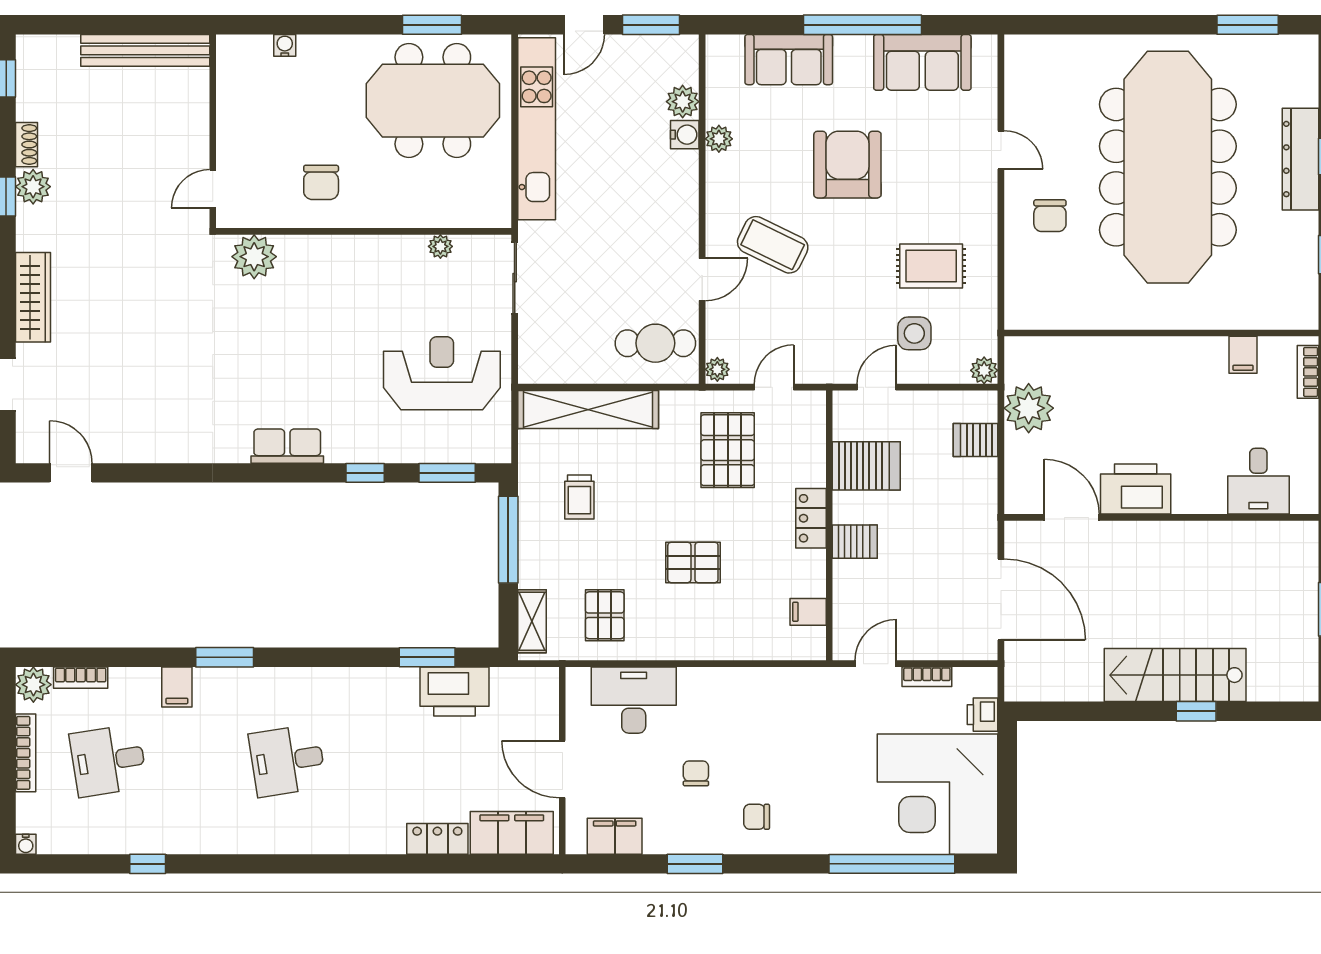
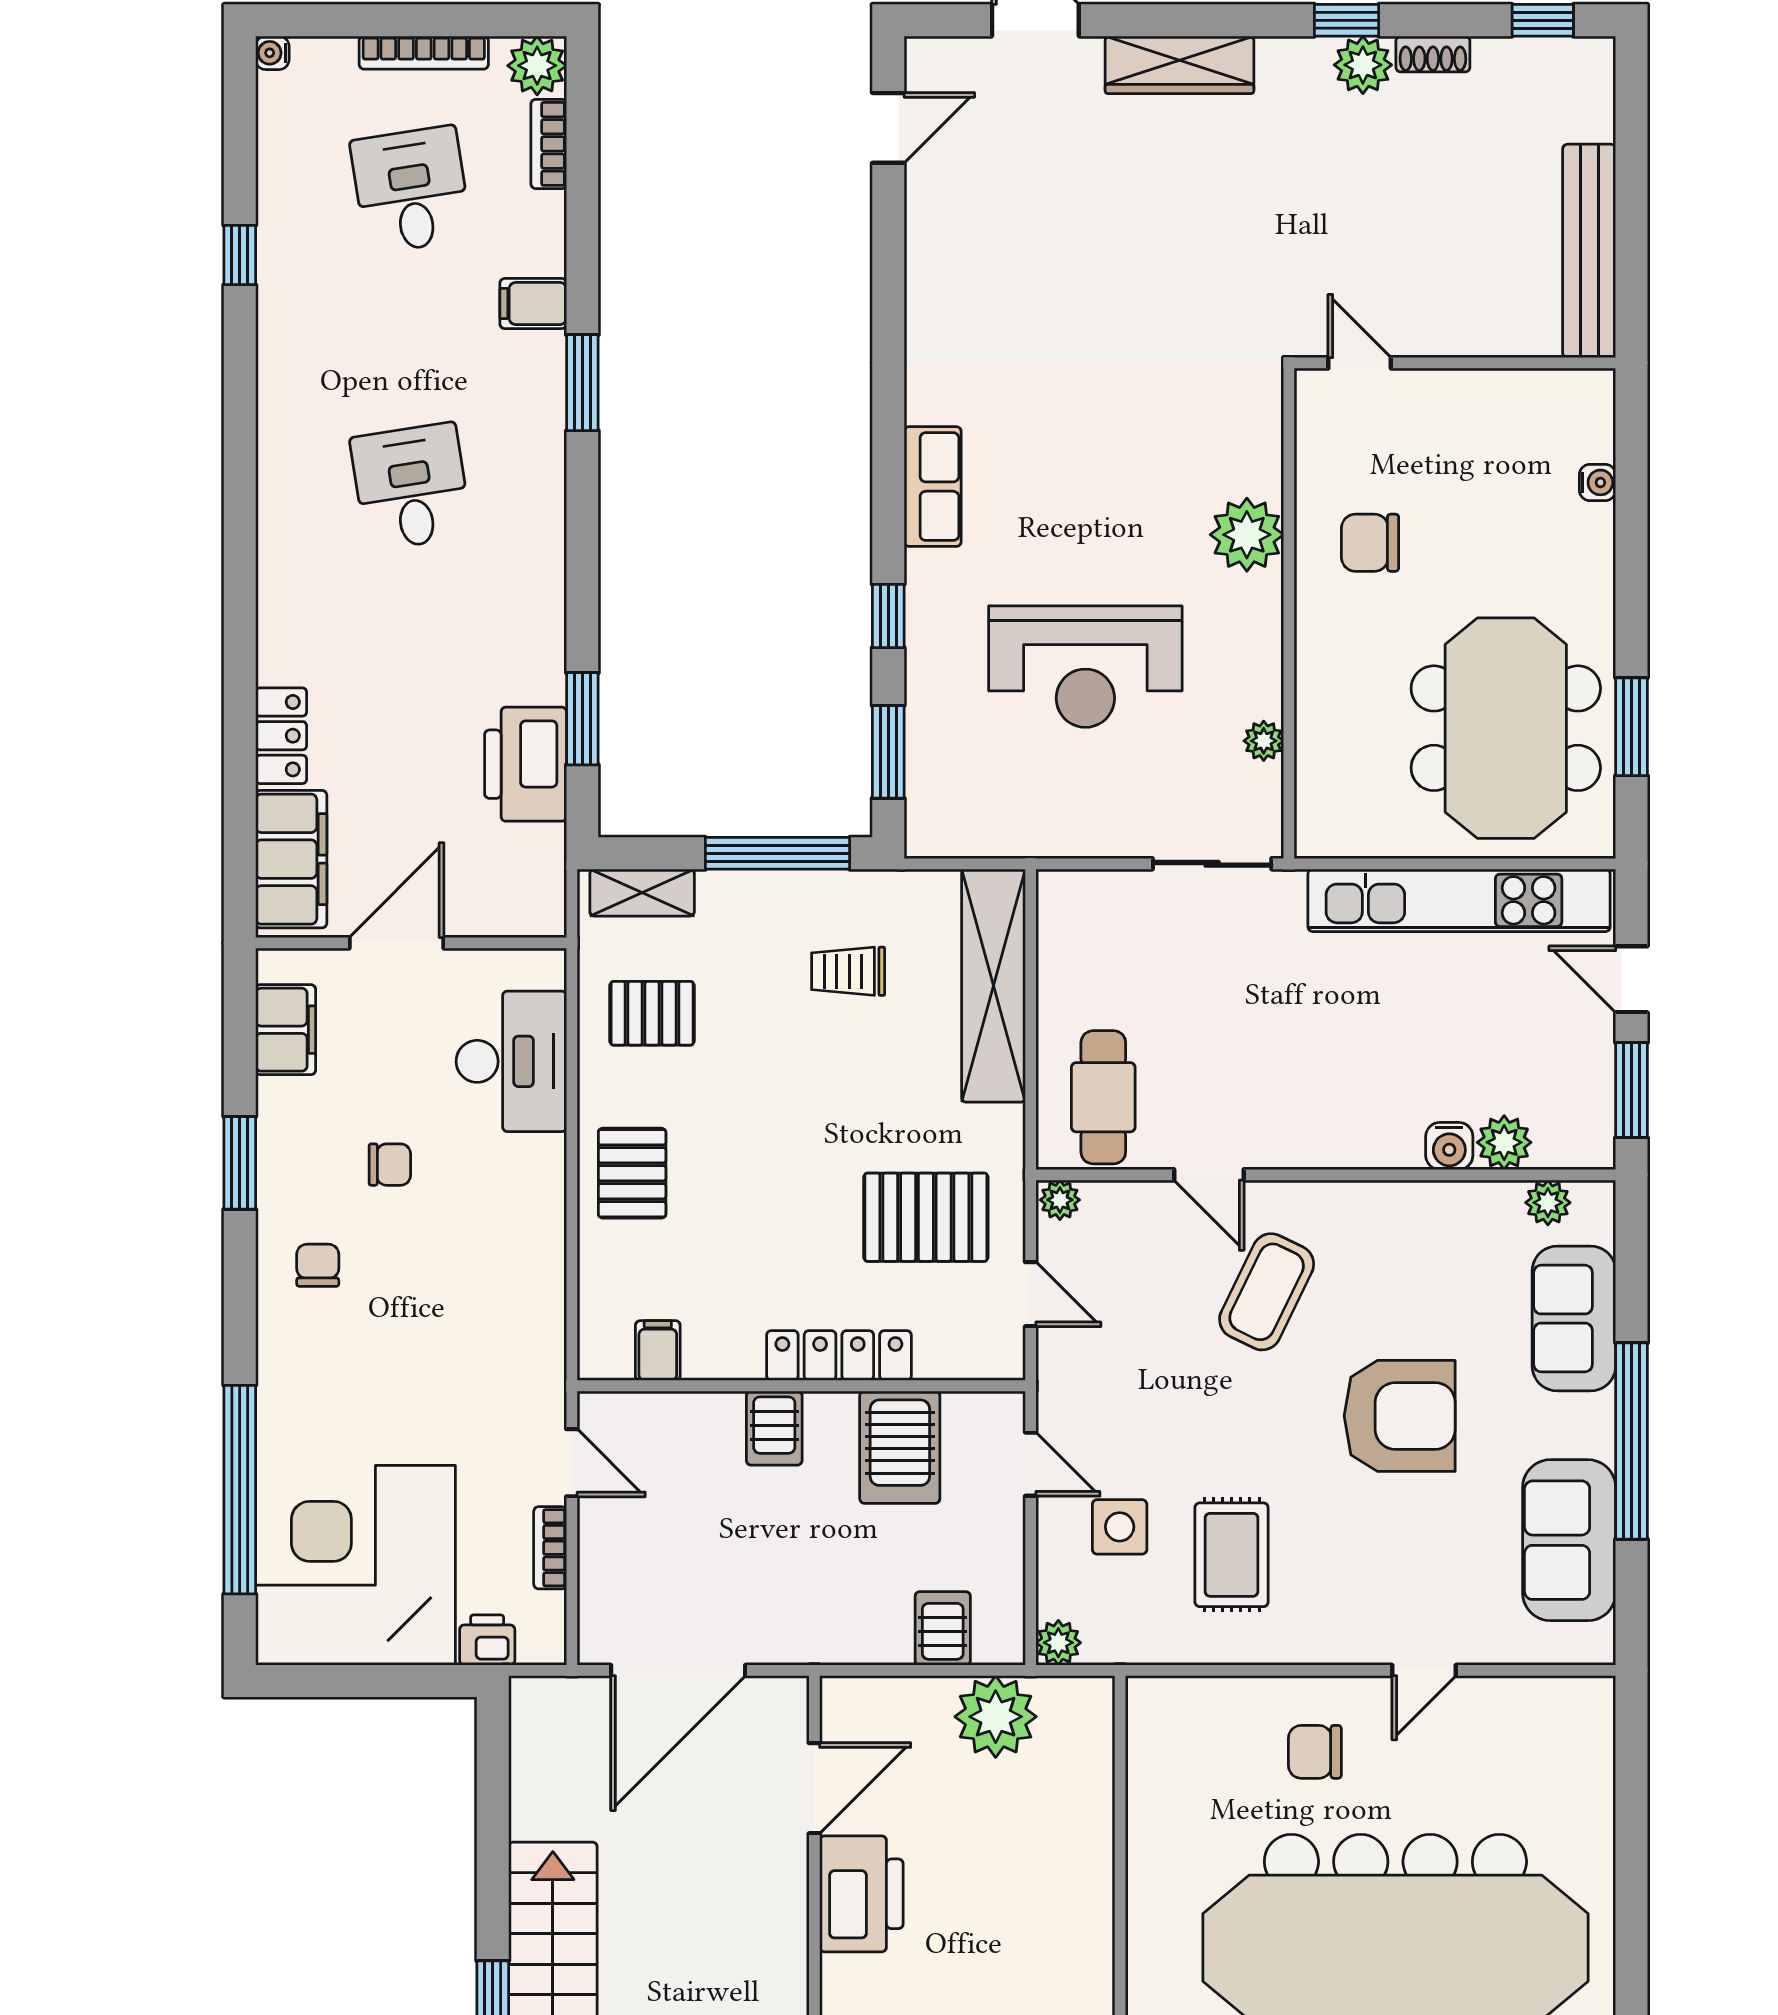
plant: (719, 139) -> (1548, 1203), moved
plant: (254, 257) -> (1247, 535), moved
reception desk: (442, 373) -> (1085, 667), moved, turned 90
locker: (811, 518) -> (839, 1356), width x1.53
pallet: (693, 562) -> (632, 1173), moved

